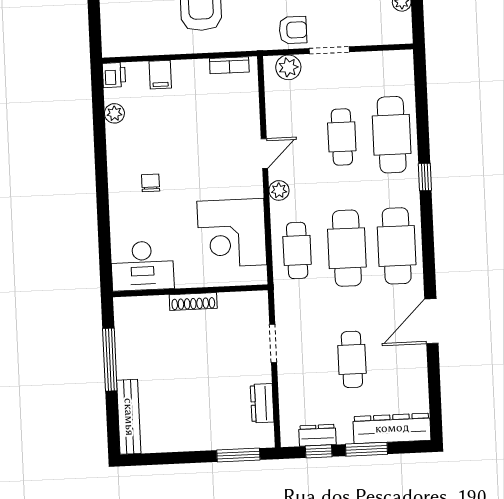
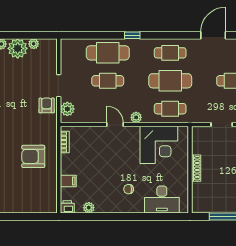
cafe table: (397, 246) -> (170, 53), width x0.73, depth x0.74
desk: (142, 266) -> (162, 200), moved, turned 90
door: (431, 321) -> (213, 35), swing flipped

